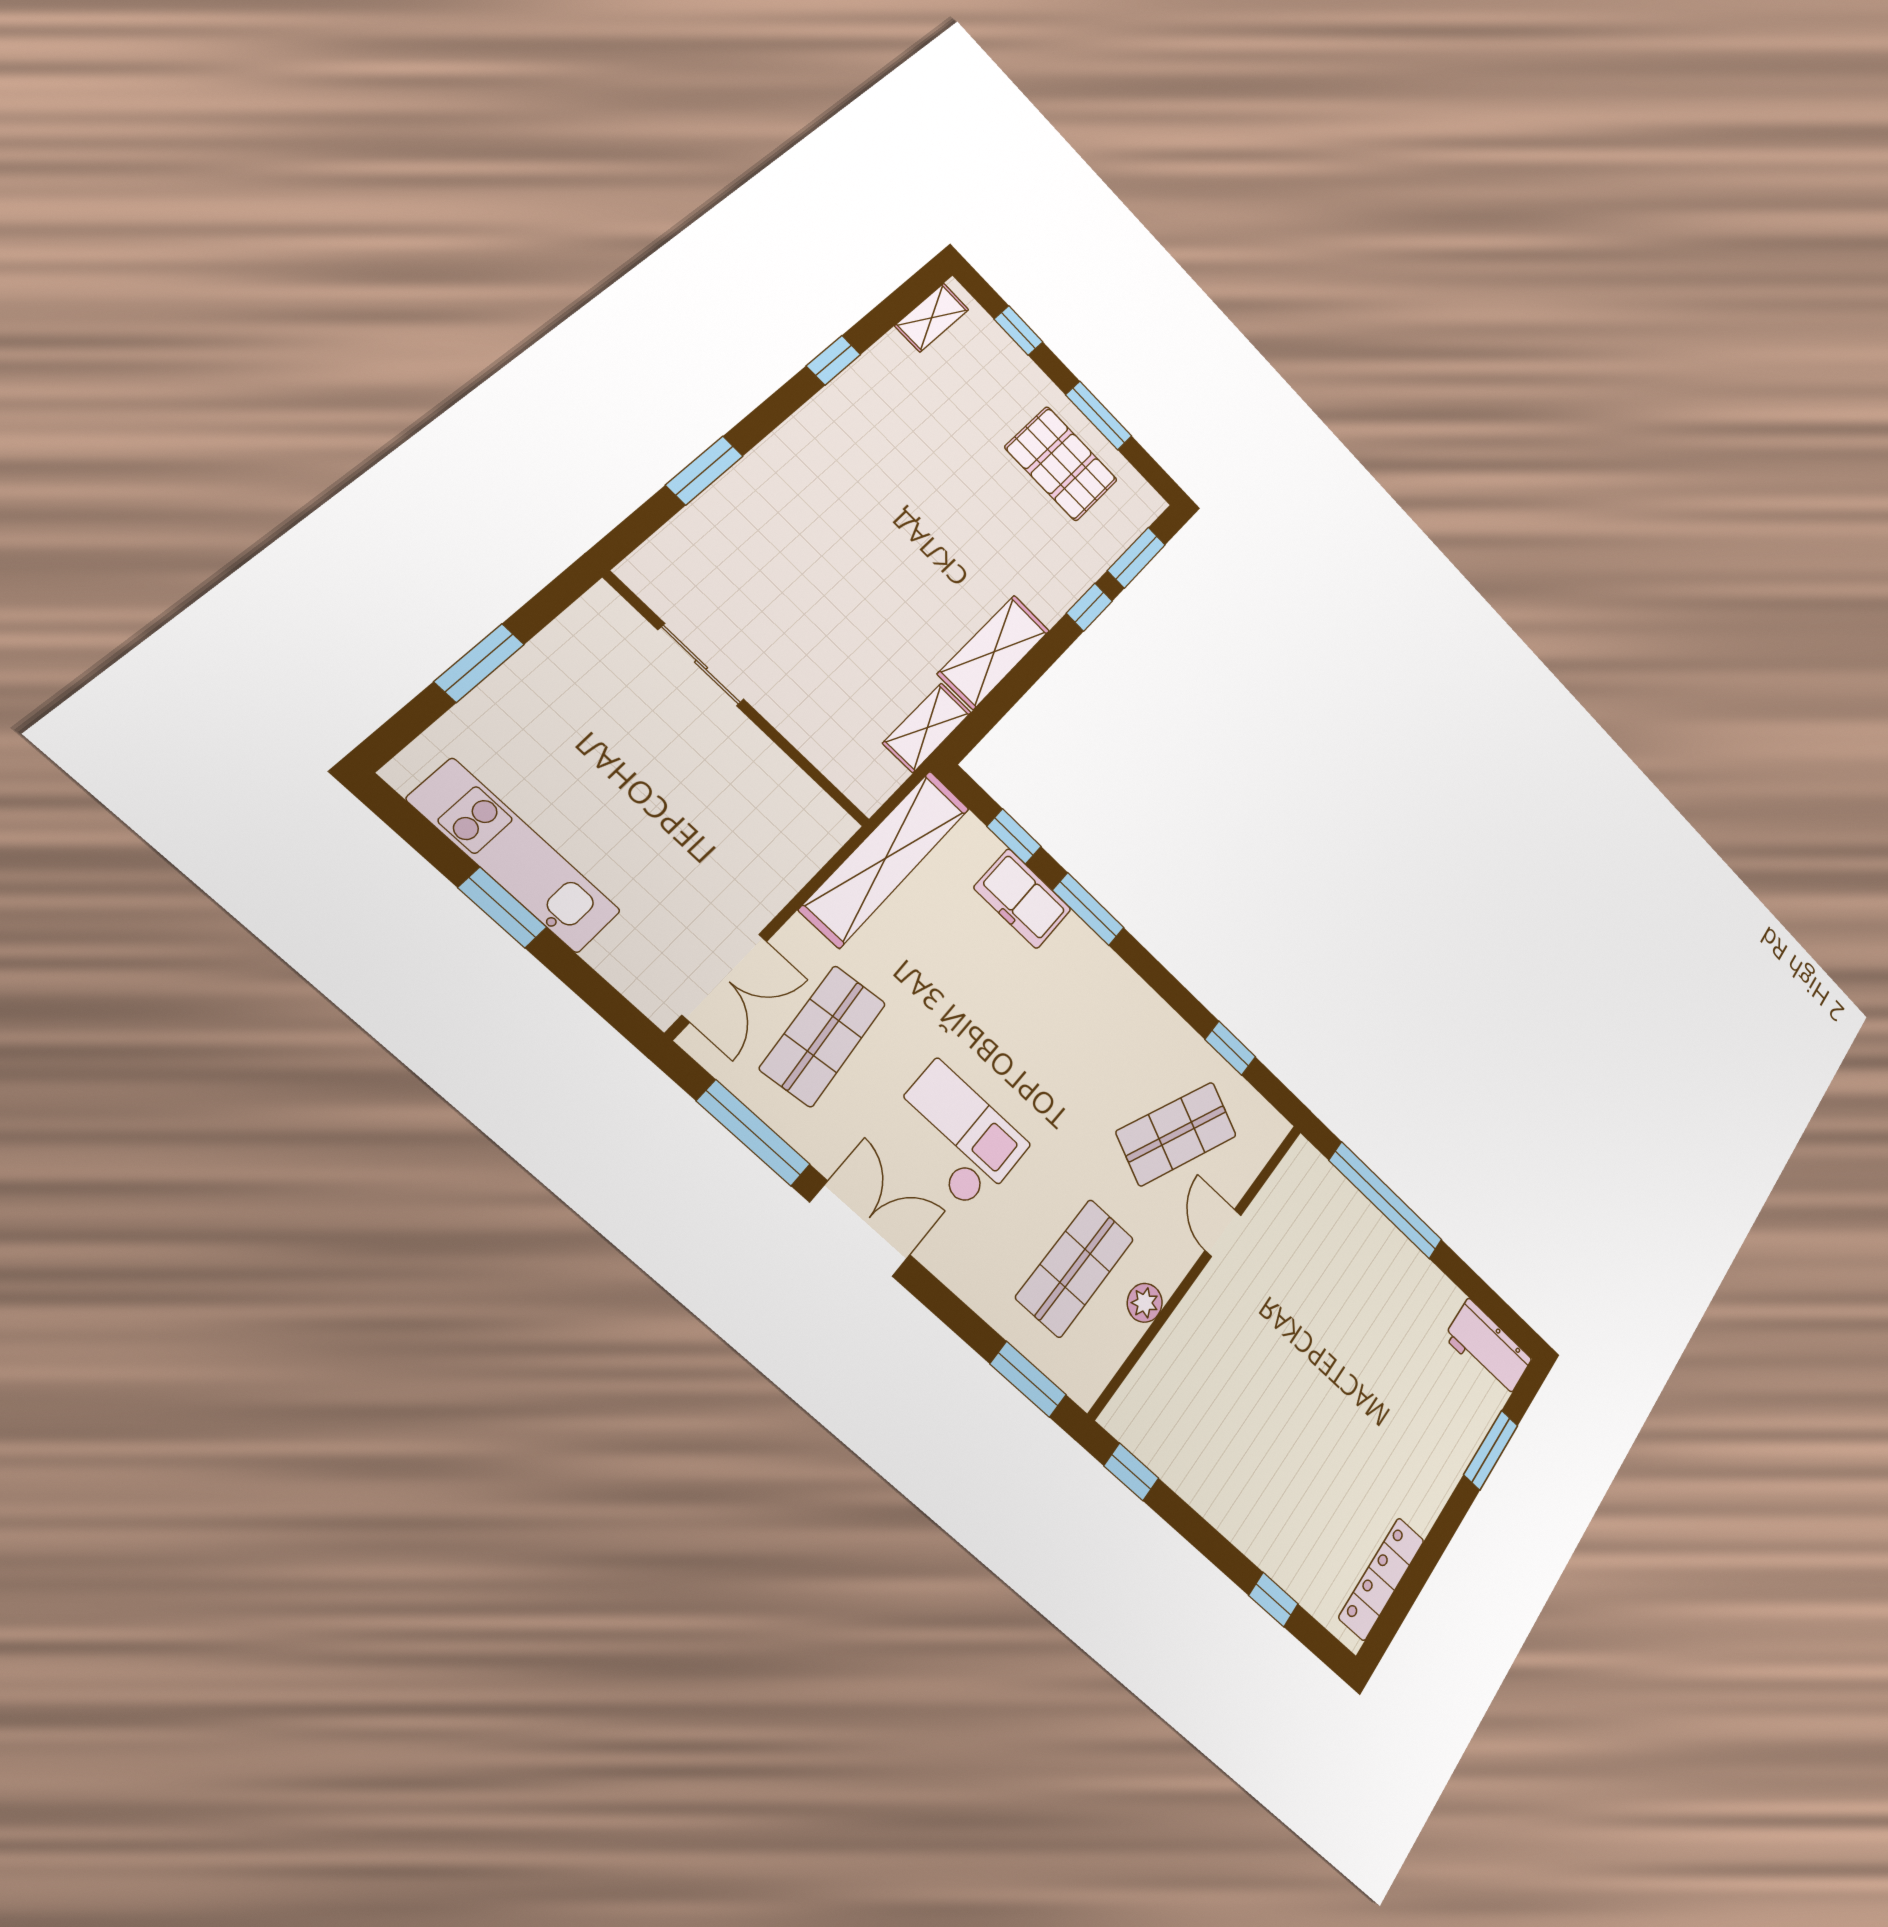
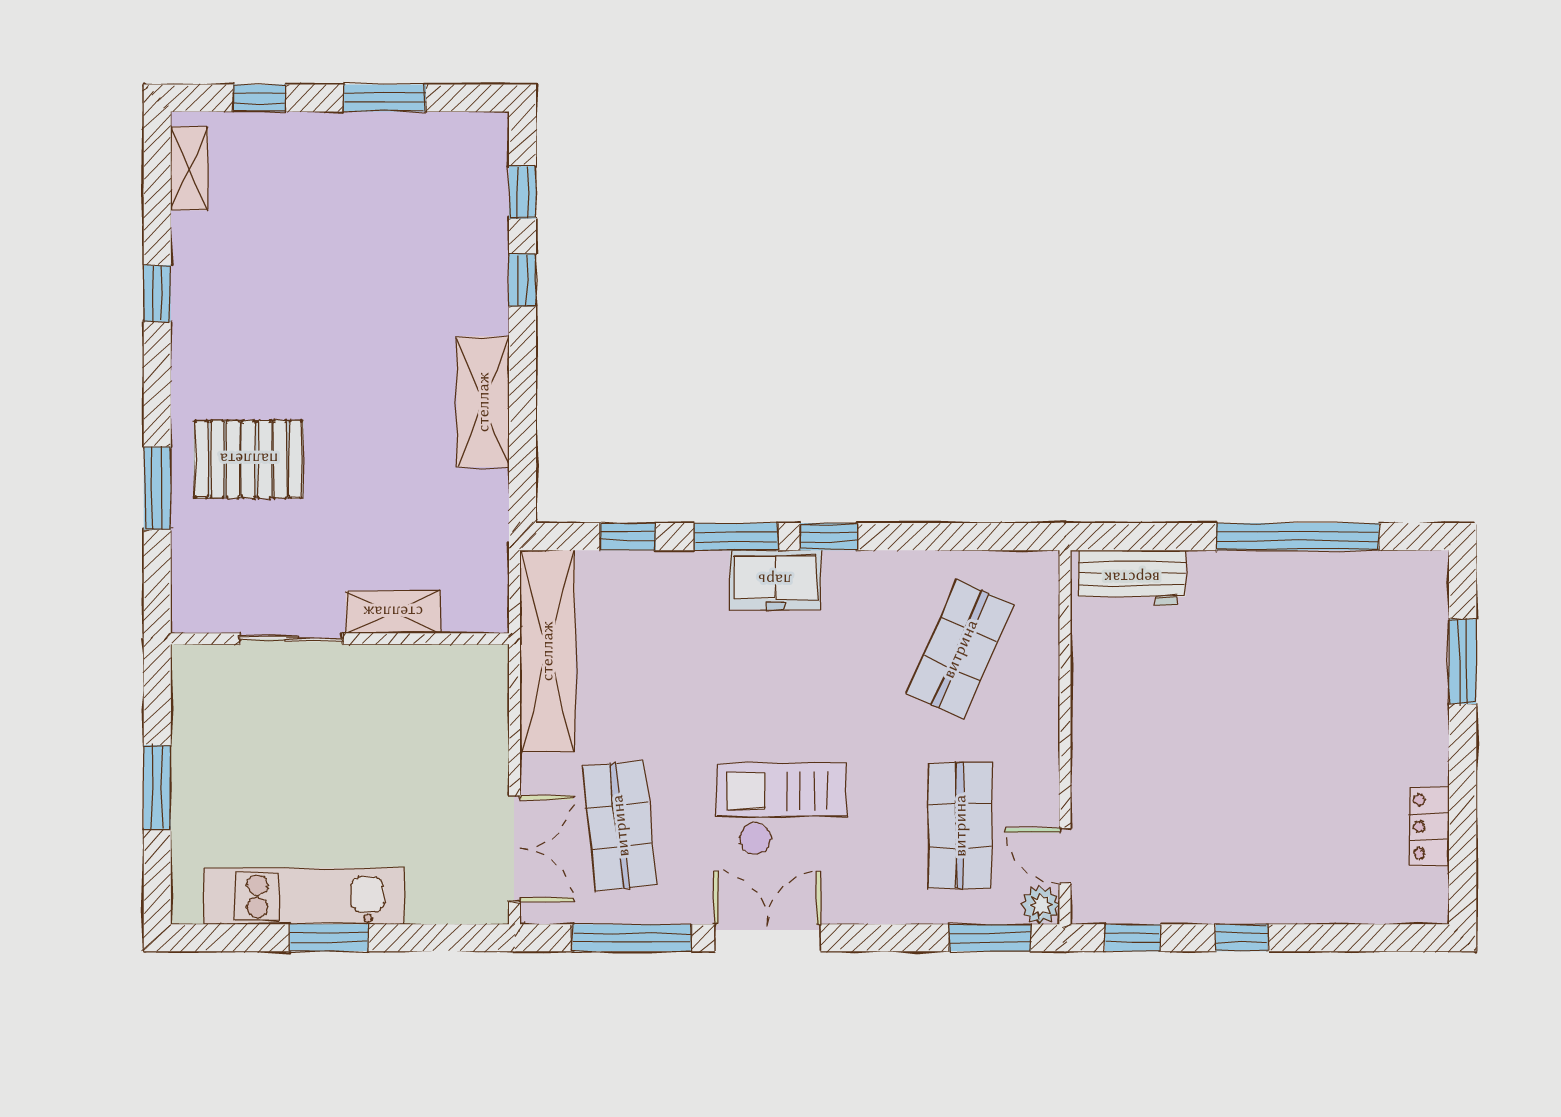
pallet: (1061, 464) -> (249, 459), moved
window: (1136, 558) -> (523, 192), width x0.67
shelving: (927, 728) -> (393, 612), moved, turned 90
freezer: (1023, 899) -> (775, 580), moved
window: (1230, 1048) -> (829, 537), moved
window: (1386, 1200) -> (1298, 537), moved
door: (1223, 1233) -> (1065, 856), moved
plant: (1145, 1303) -> (1041, 905), moved
workbench: (1488, 1348) -> (1132, 578), moved
locker: (1382, 1579) -> (1429, 827), width x0.66
window: (1273, 1600) -> (1242, 938), moved

